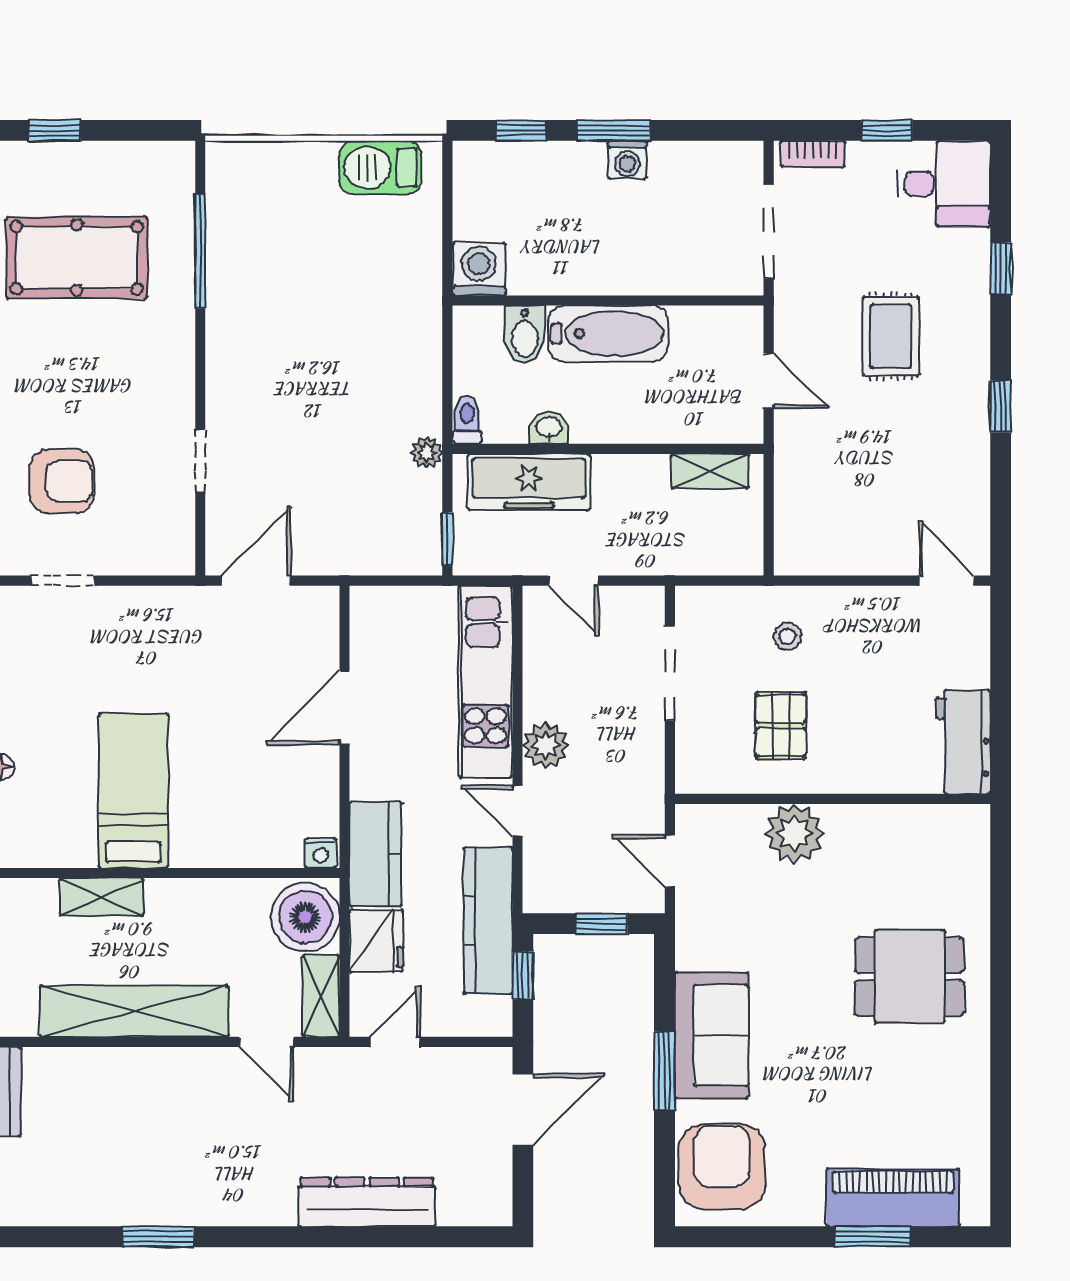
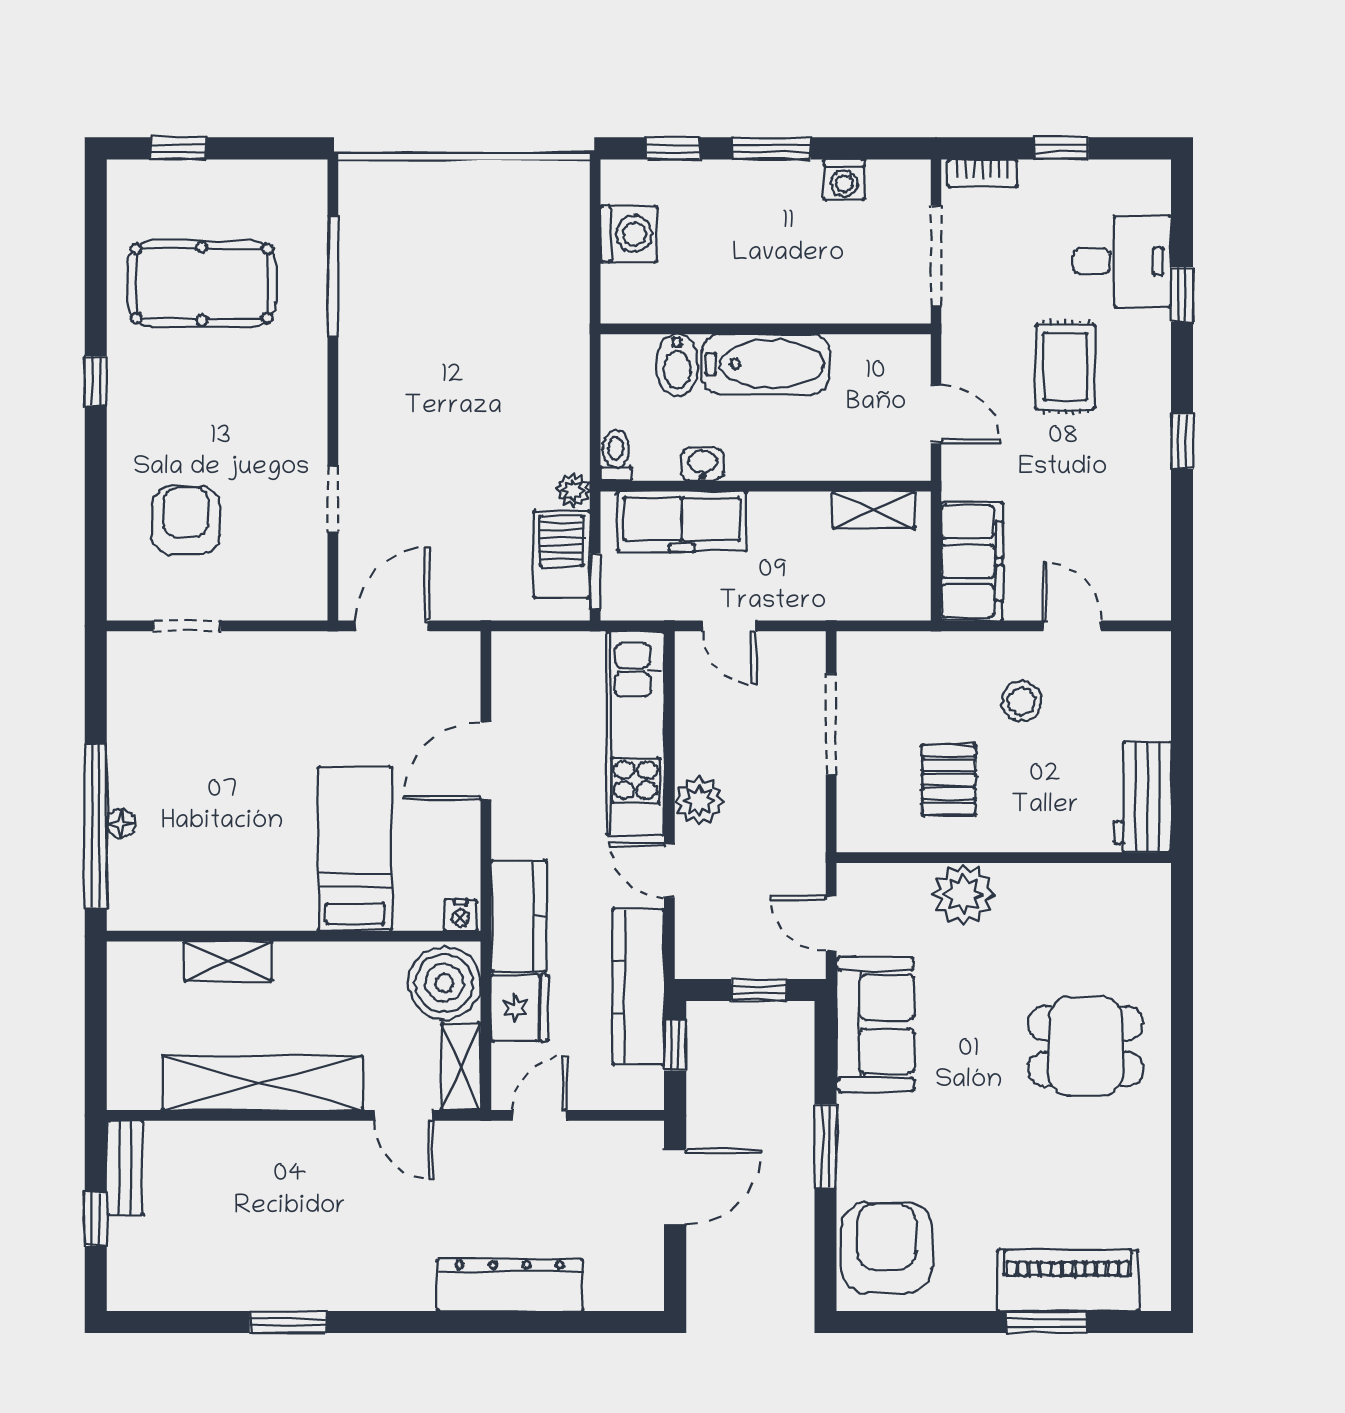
washing machine: (627, 160) -> (844, 180), moved
barbecue: (380, 168) -> (561, 554), moved, turned 90
desk: (944, 184) -> (1122, 261), moved
washing machine: (479, 269) -> (629, 234), moved, turned 90
armchair: (62, 481) -> (186, 520), turned -90
filing cabinet: (803, 520) -> (972, 561), added
door: (947, 581) -> (1072, 626), moved
stool: (788, 636) -> (1021, 701), moved, width x1.37, depth x1.37
bed: (133, 791) -> (355, 849), moved
sofa: (711, 1035) -> (875, 1024), moved

